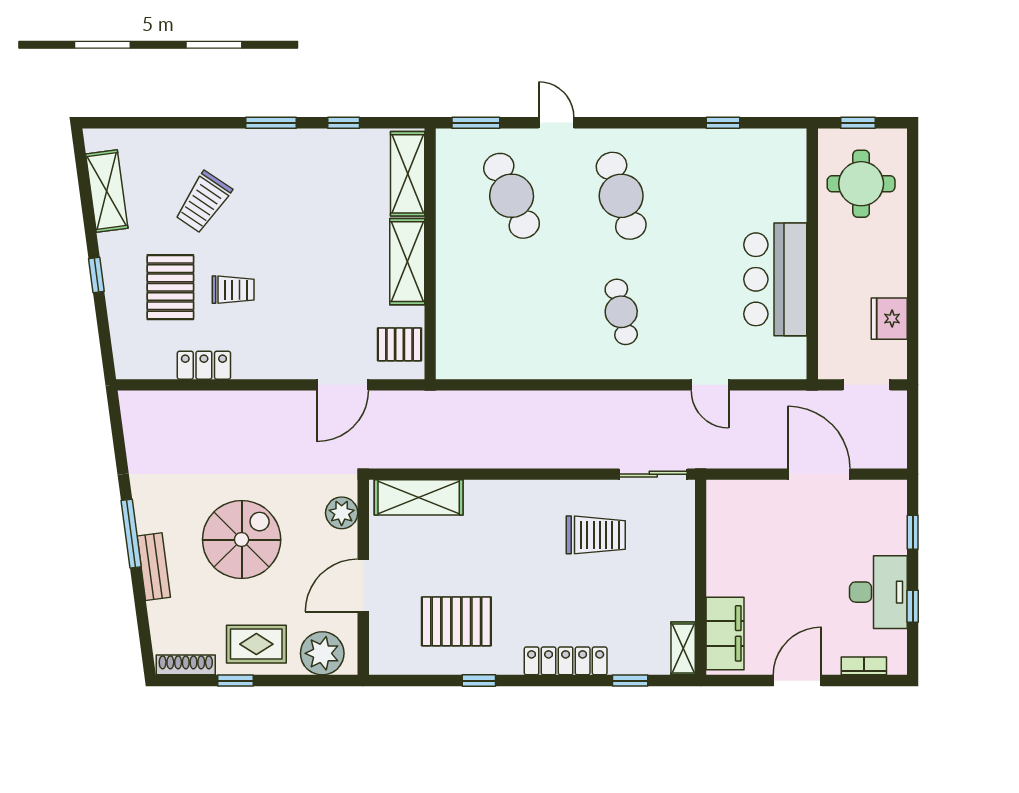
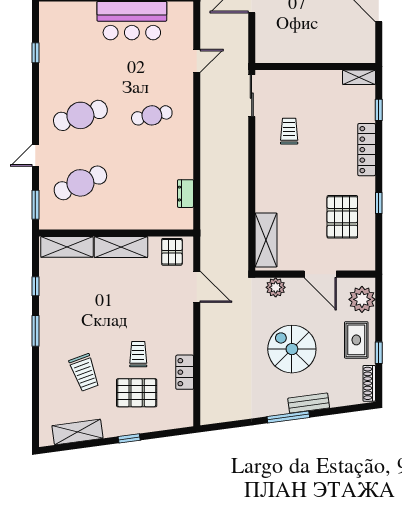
trolley: (203, 202) -> (84, 373), turned 36
dresser: (494, 367) -> (185, 194), added
trolley: (596, 535) -> (289, 131), width x0.73, depth x0.72
filing cabinet: (725, 633) -> (350, 51), removed

